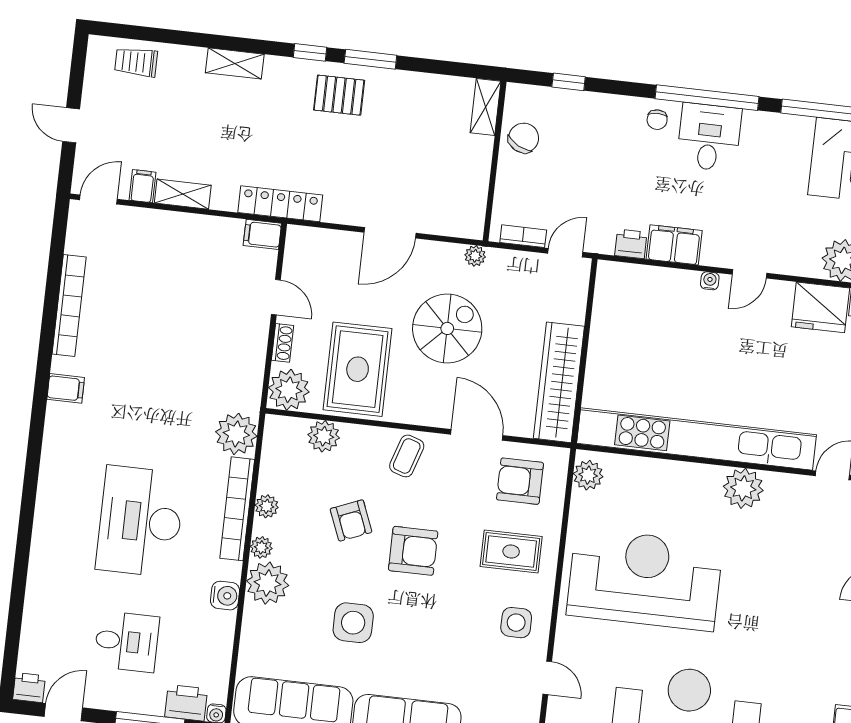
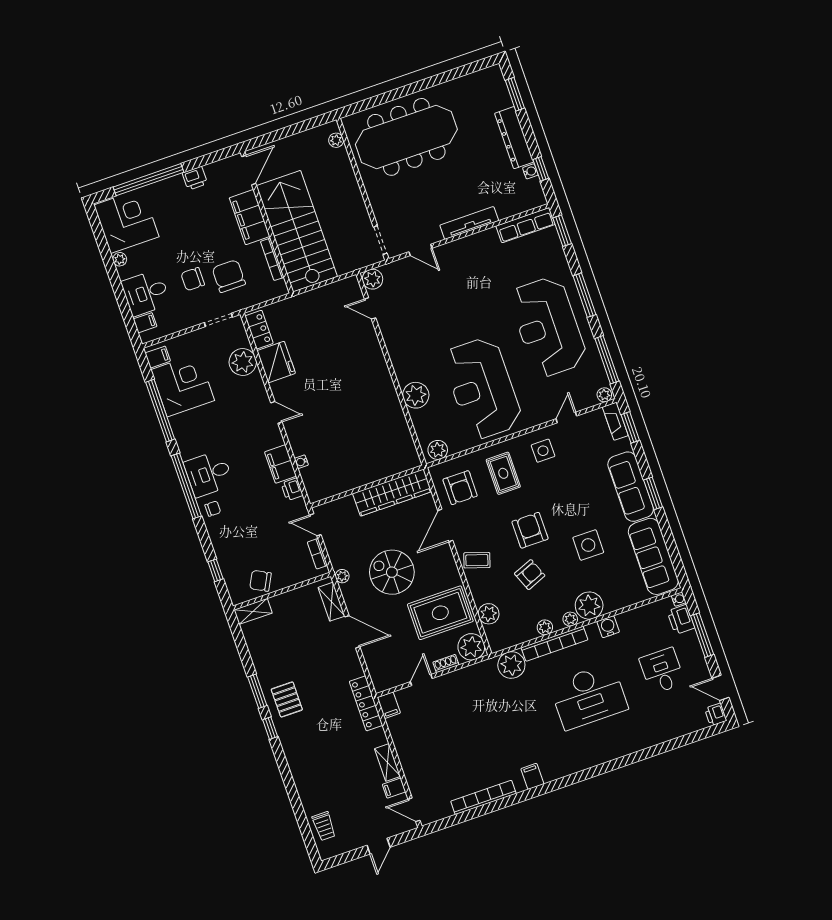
shelving: (235, 63) -> (331, 602), moved
water cooler: (710, 281) -> (301, 462), moved
kitchen unit: (696, 439) -> (387, 397), removed
plant: (743, 488) -> (416, 395), moved

